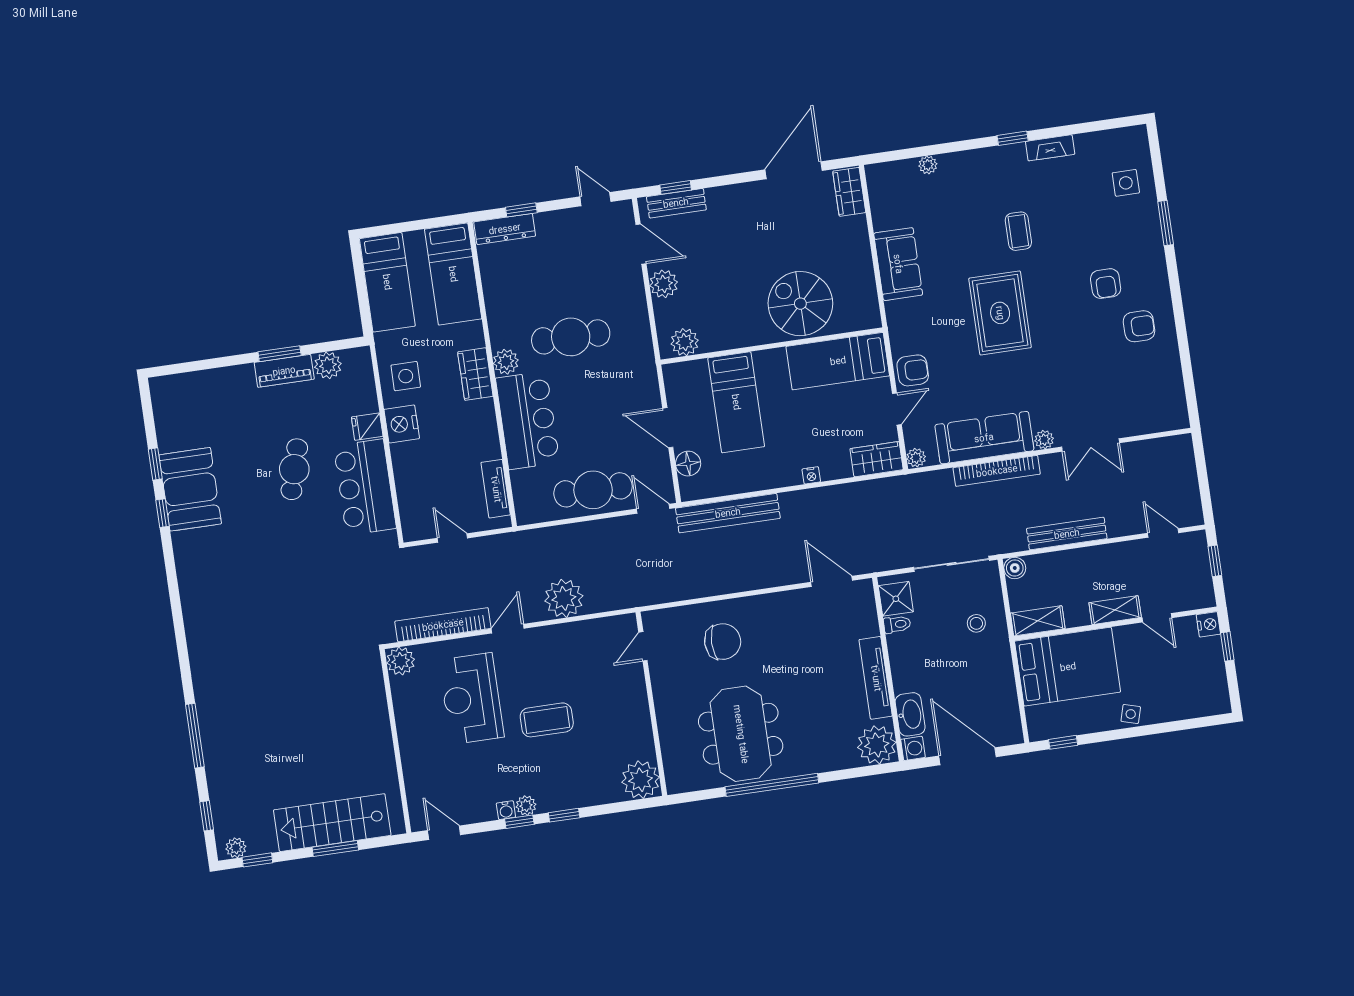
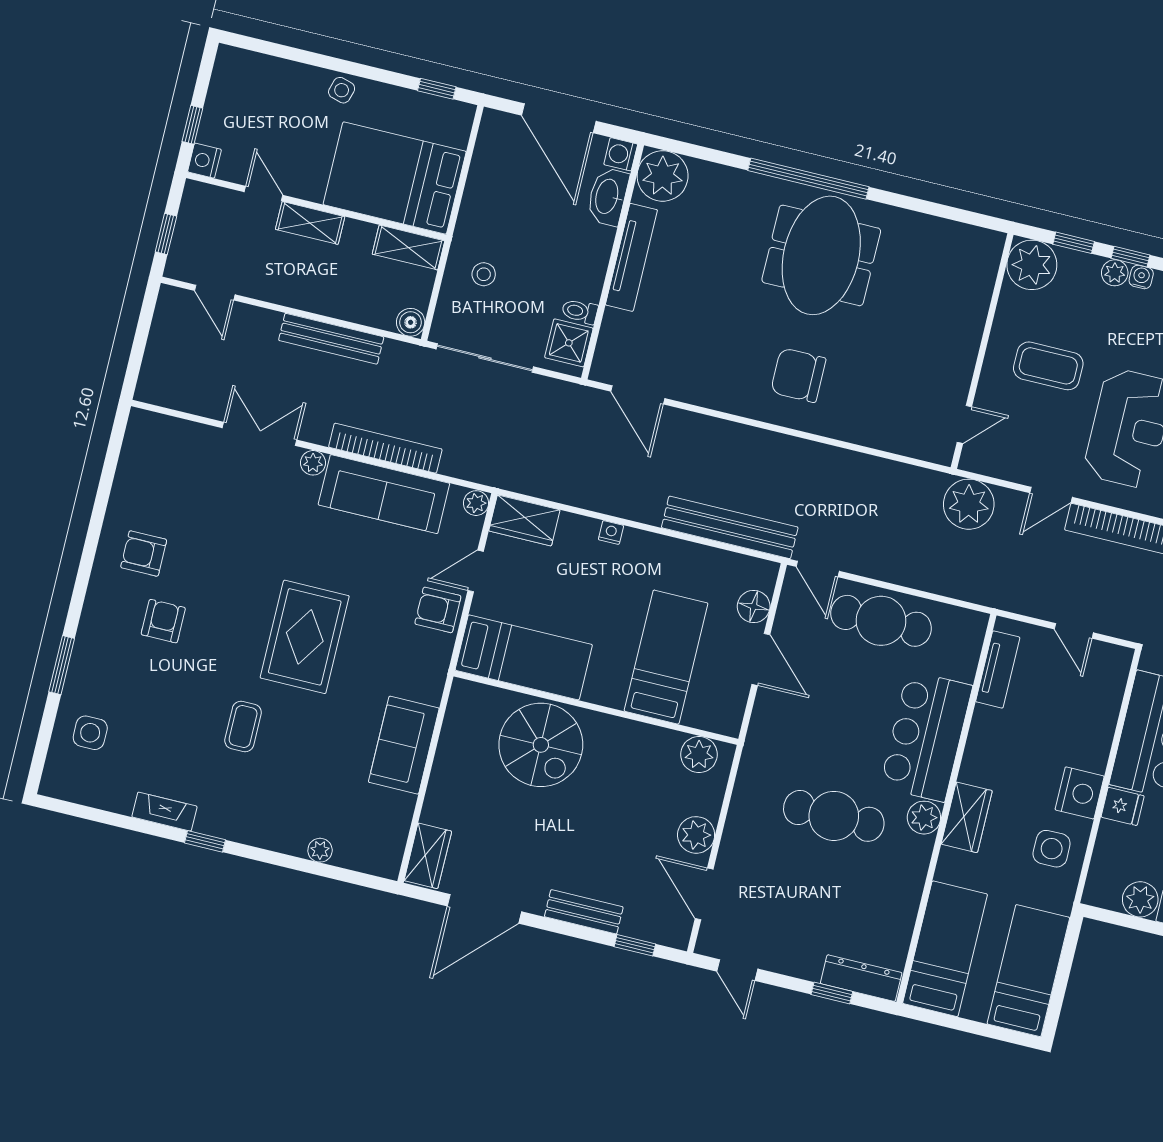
bench: (676, 203) -> (584, 912), moved
door: (643, 646) -> (964, 424), moved
wall: (651, 704) -> (982, 351), moved
plant: (641, 780) -> (1032, 265), moved

